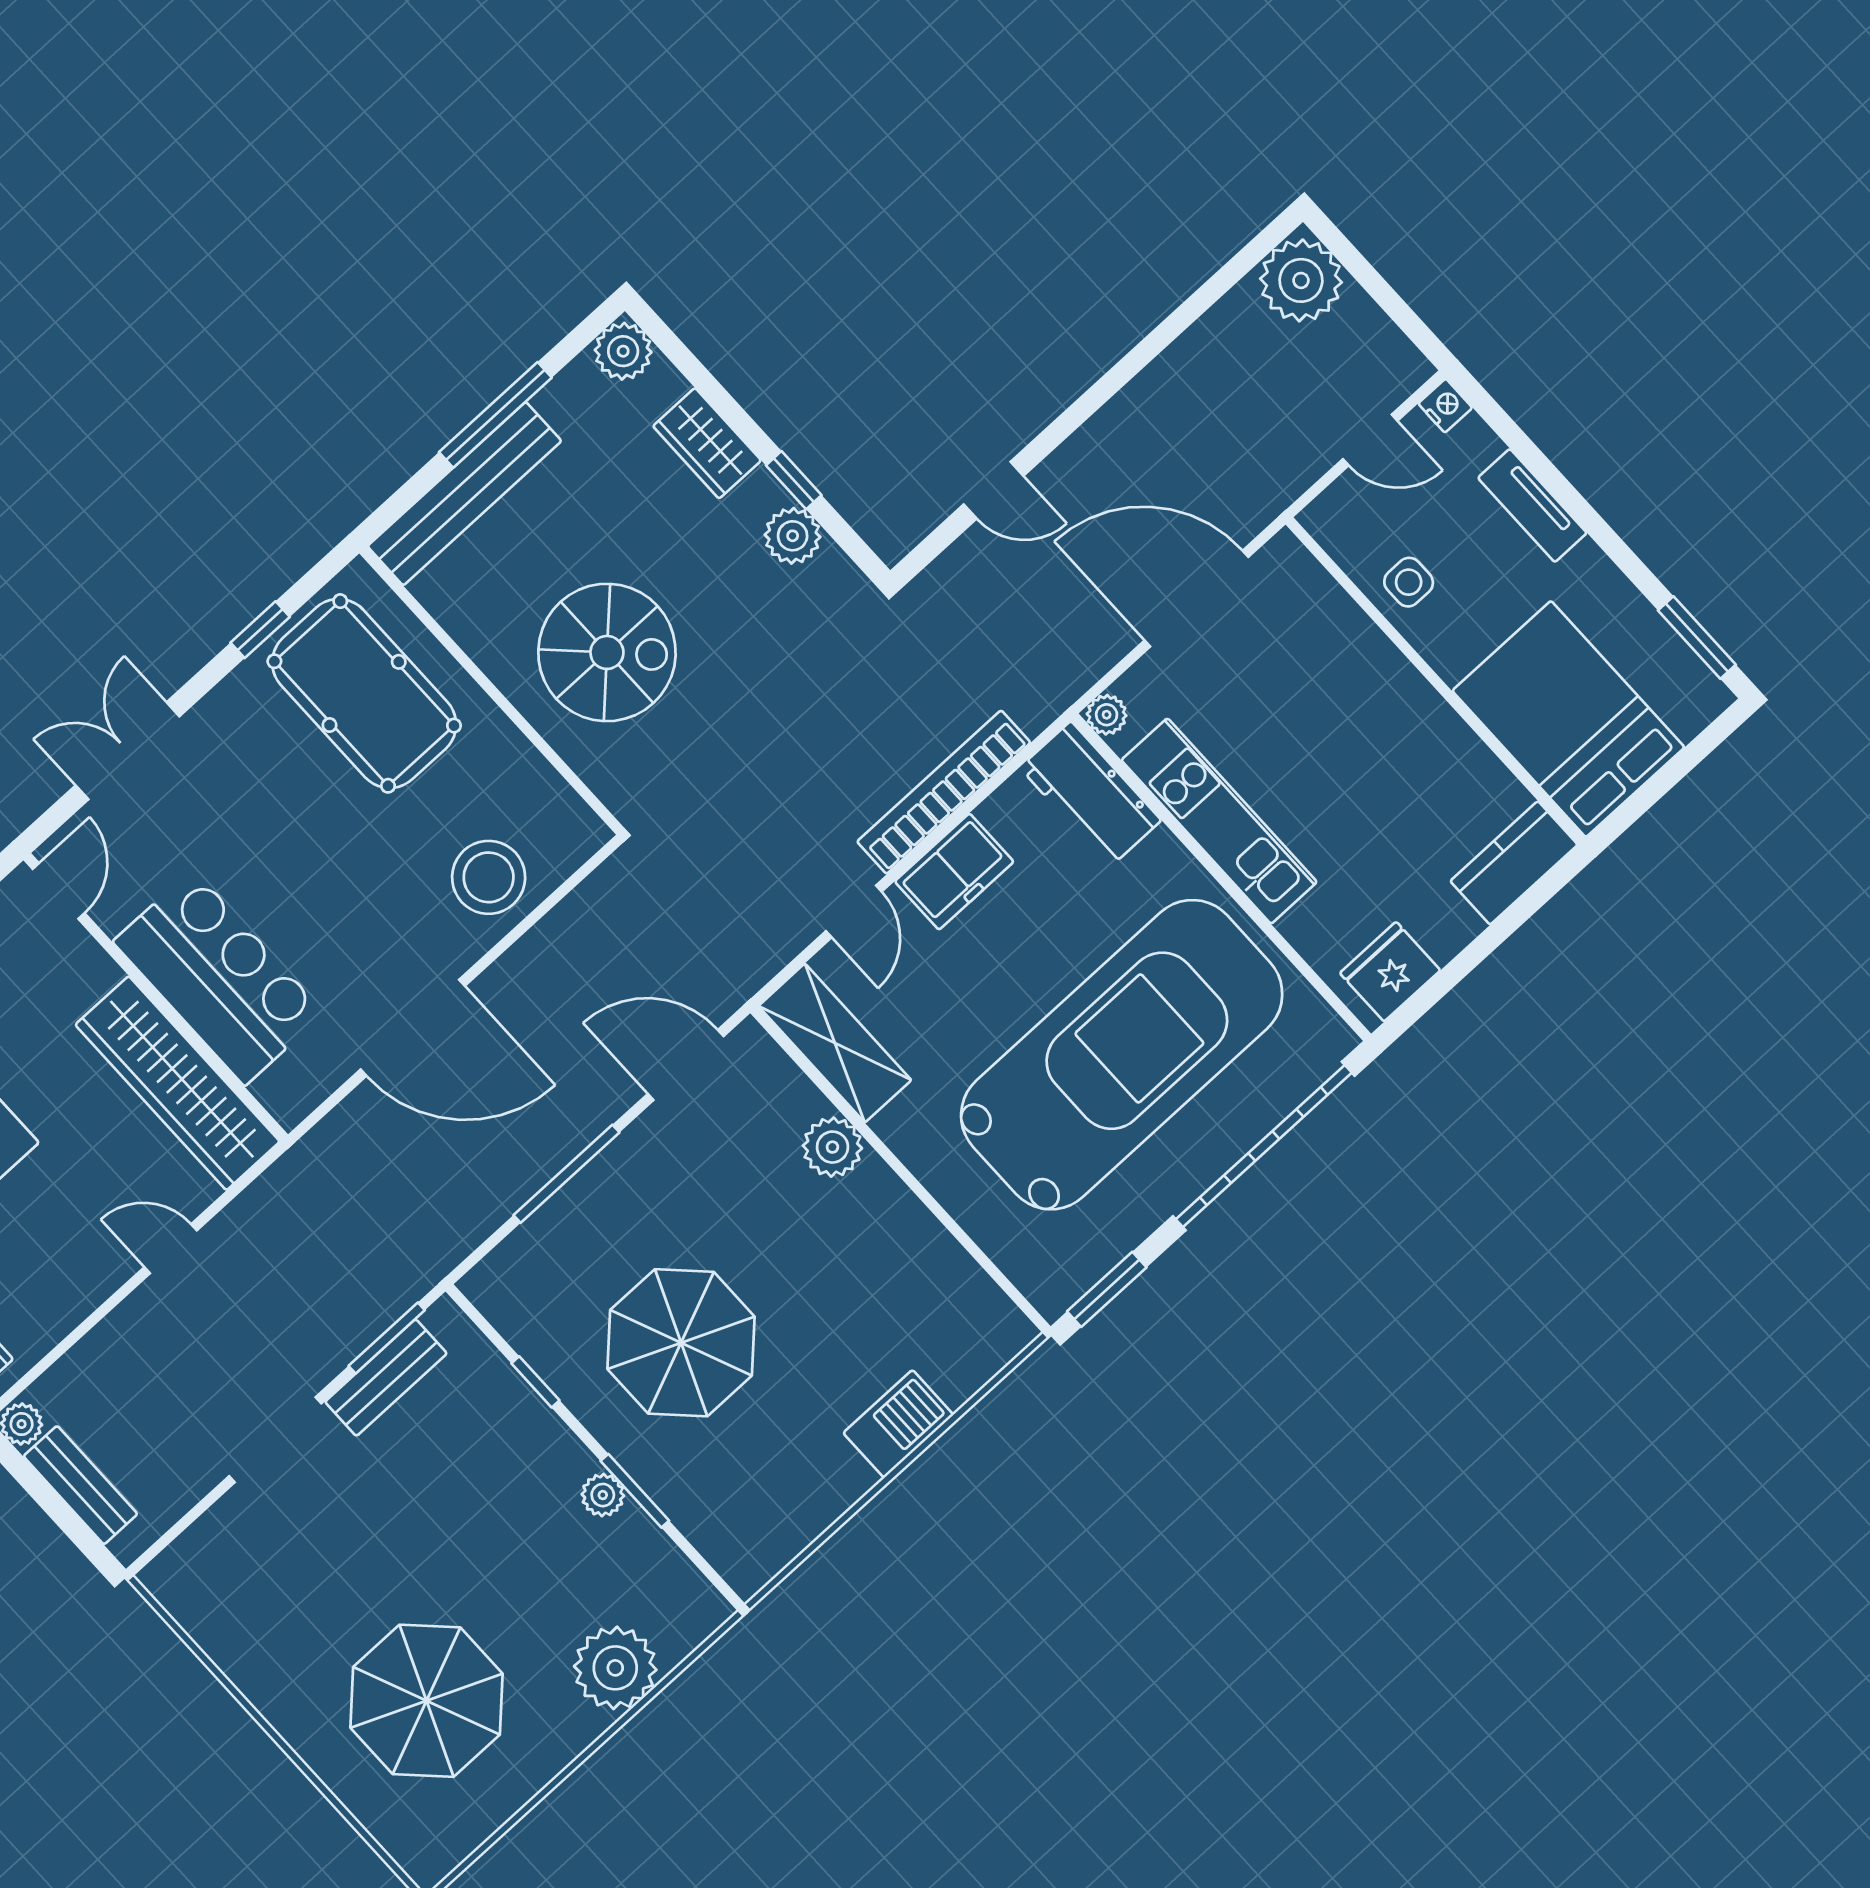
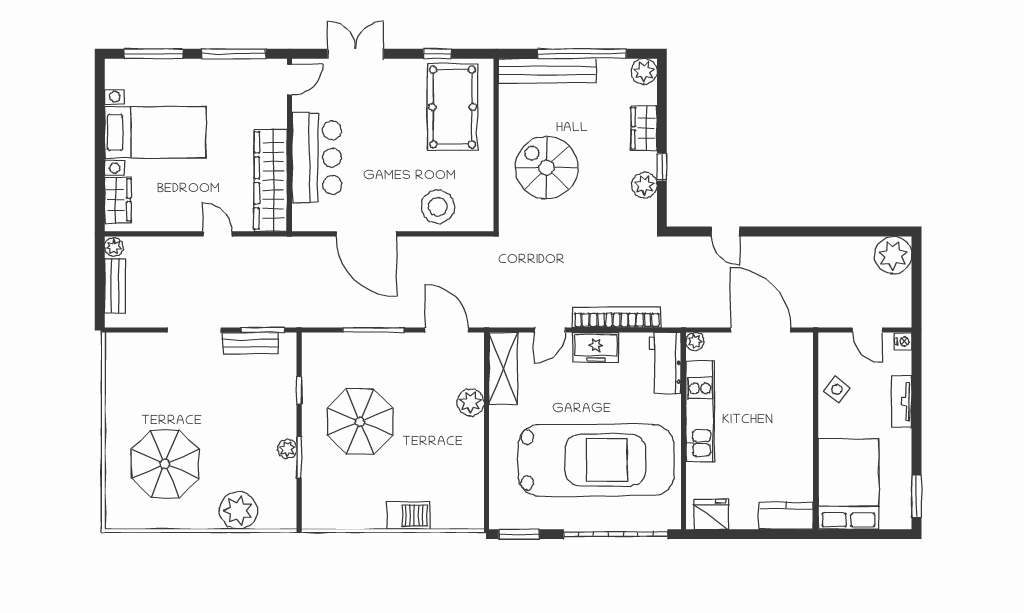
window: (495, 415) -> (582, 54), width x1.46
side table: (1409, 582) -> (837, 389), turned 38
spiral stairs: (607, 652) -> (546, 168), turned 180

